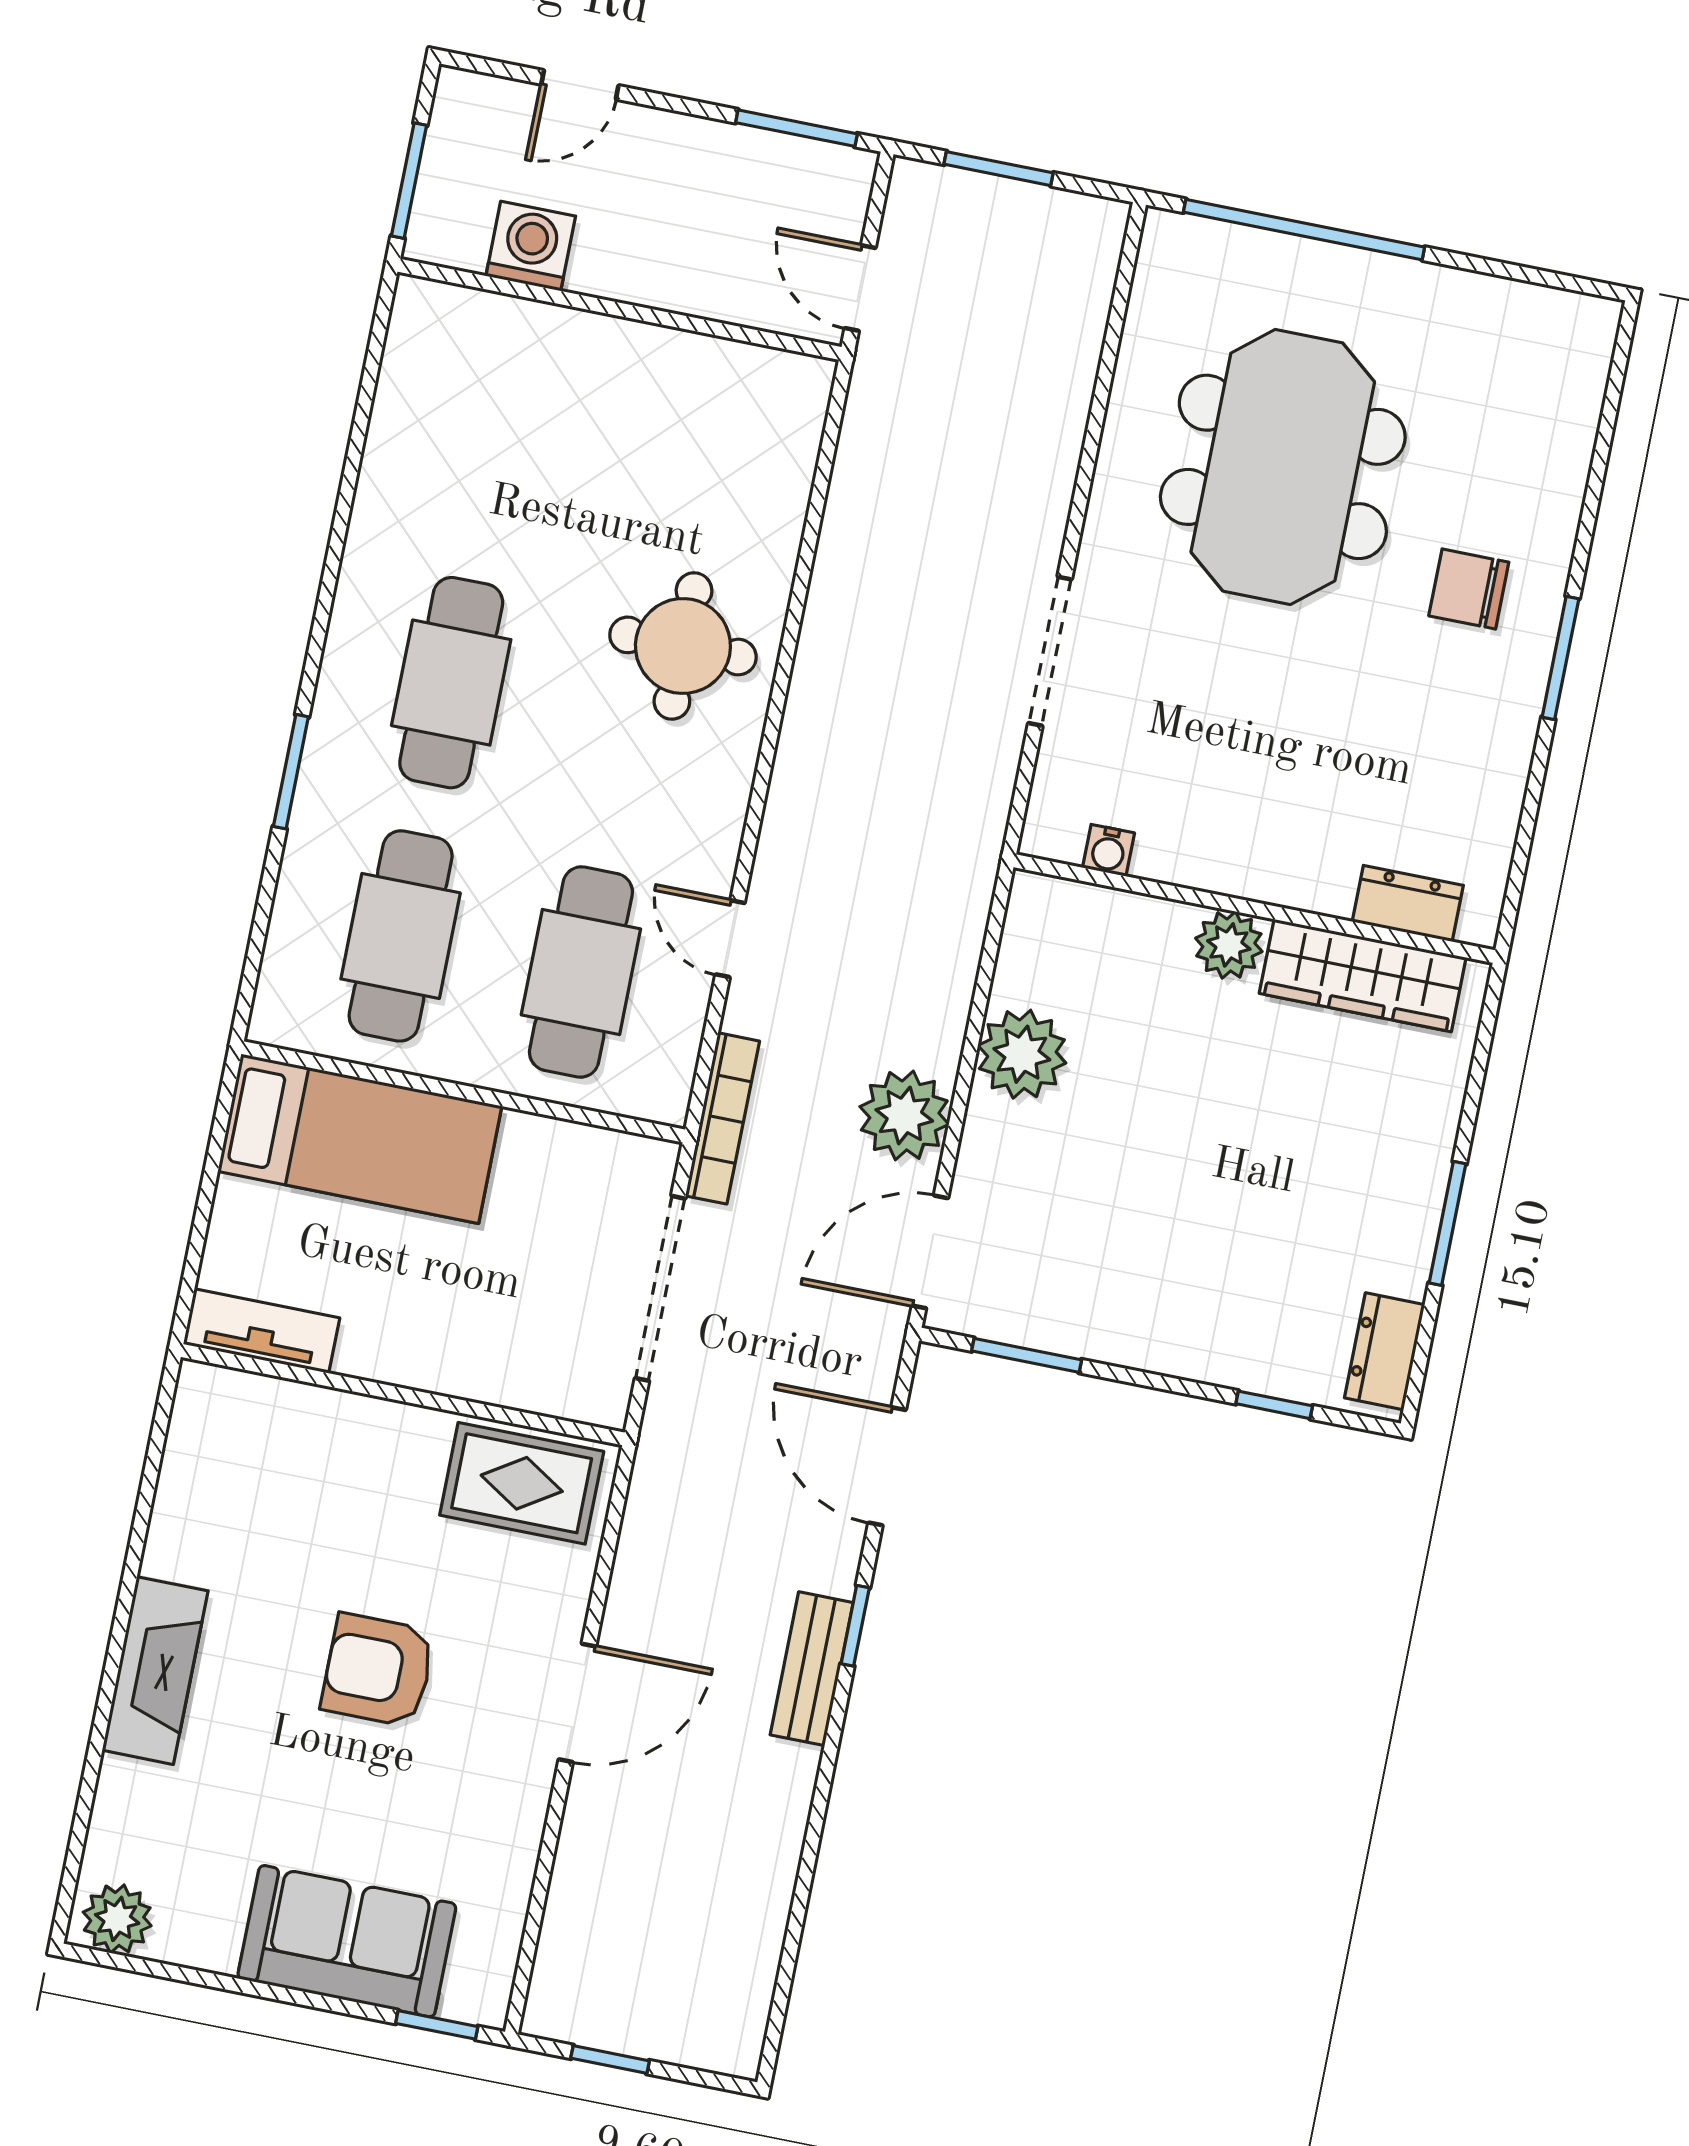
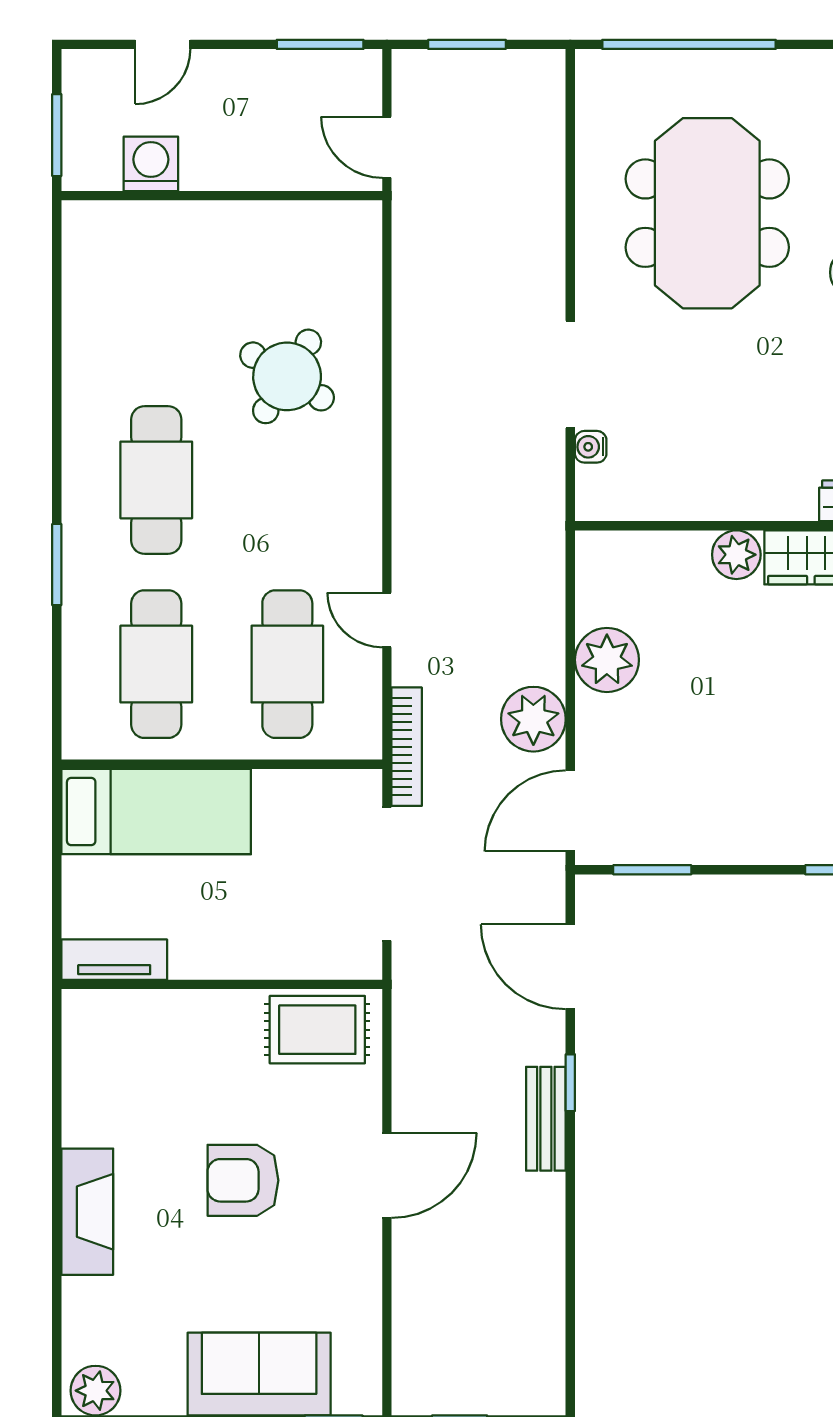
round table: (683, 646) -> (287, 376), moved, turned 32
water cooler: (1109, 850) -> (591, 447), moved, turned 90

